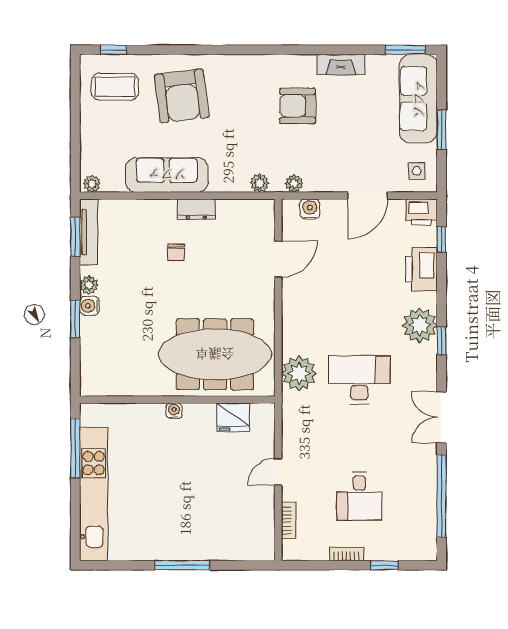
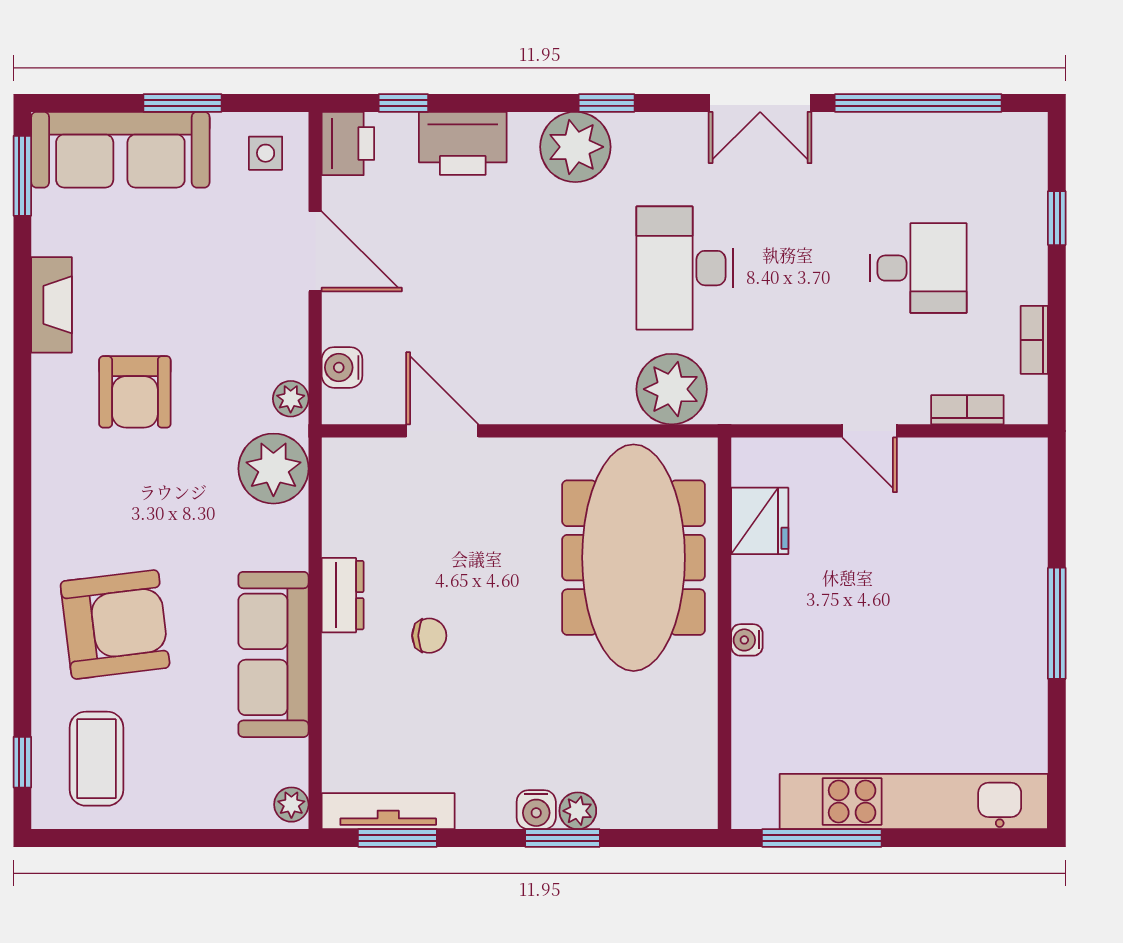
plant: (259, 183) -> (273, 469), width x1.88, depth x1.88
plant: (89, 285) -> (578, 811), moved
bookcase: (347, 554) -> (1034, 340), moved

